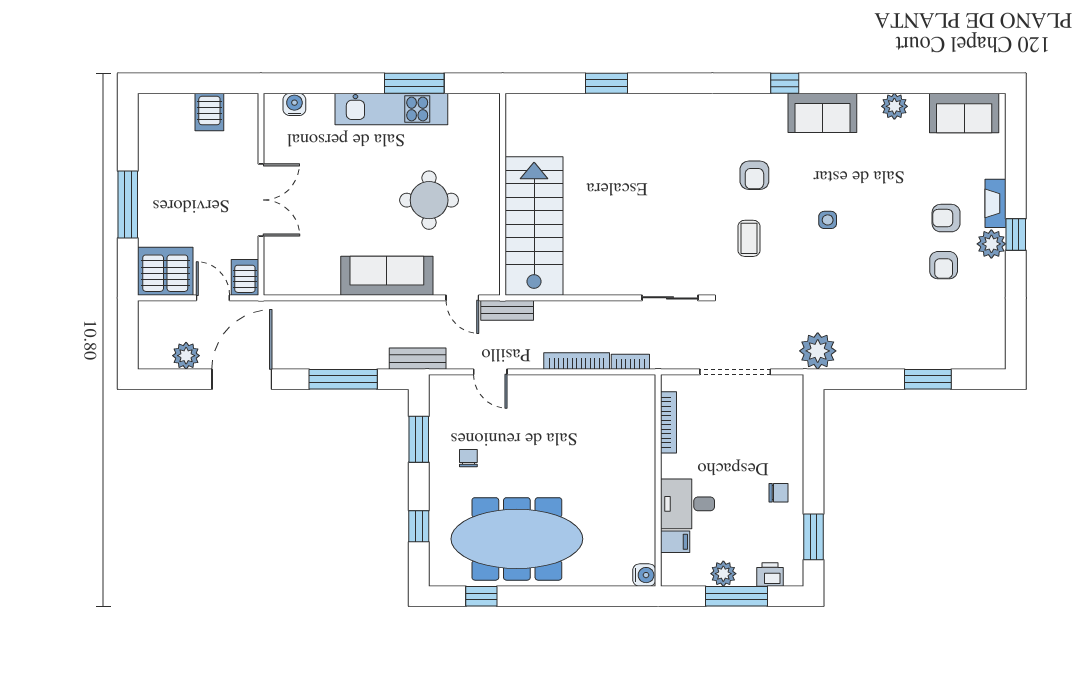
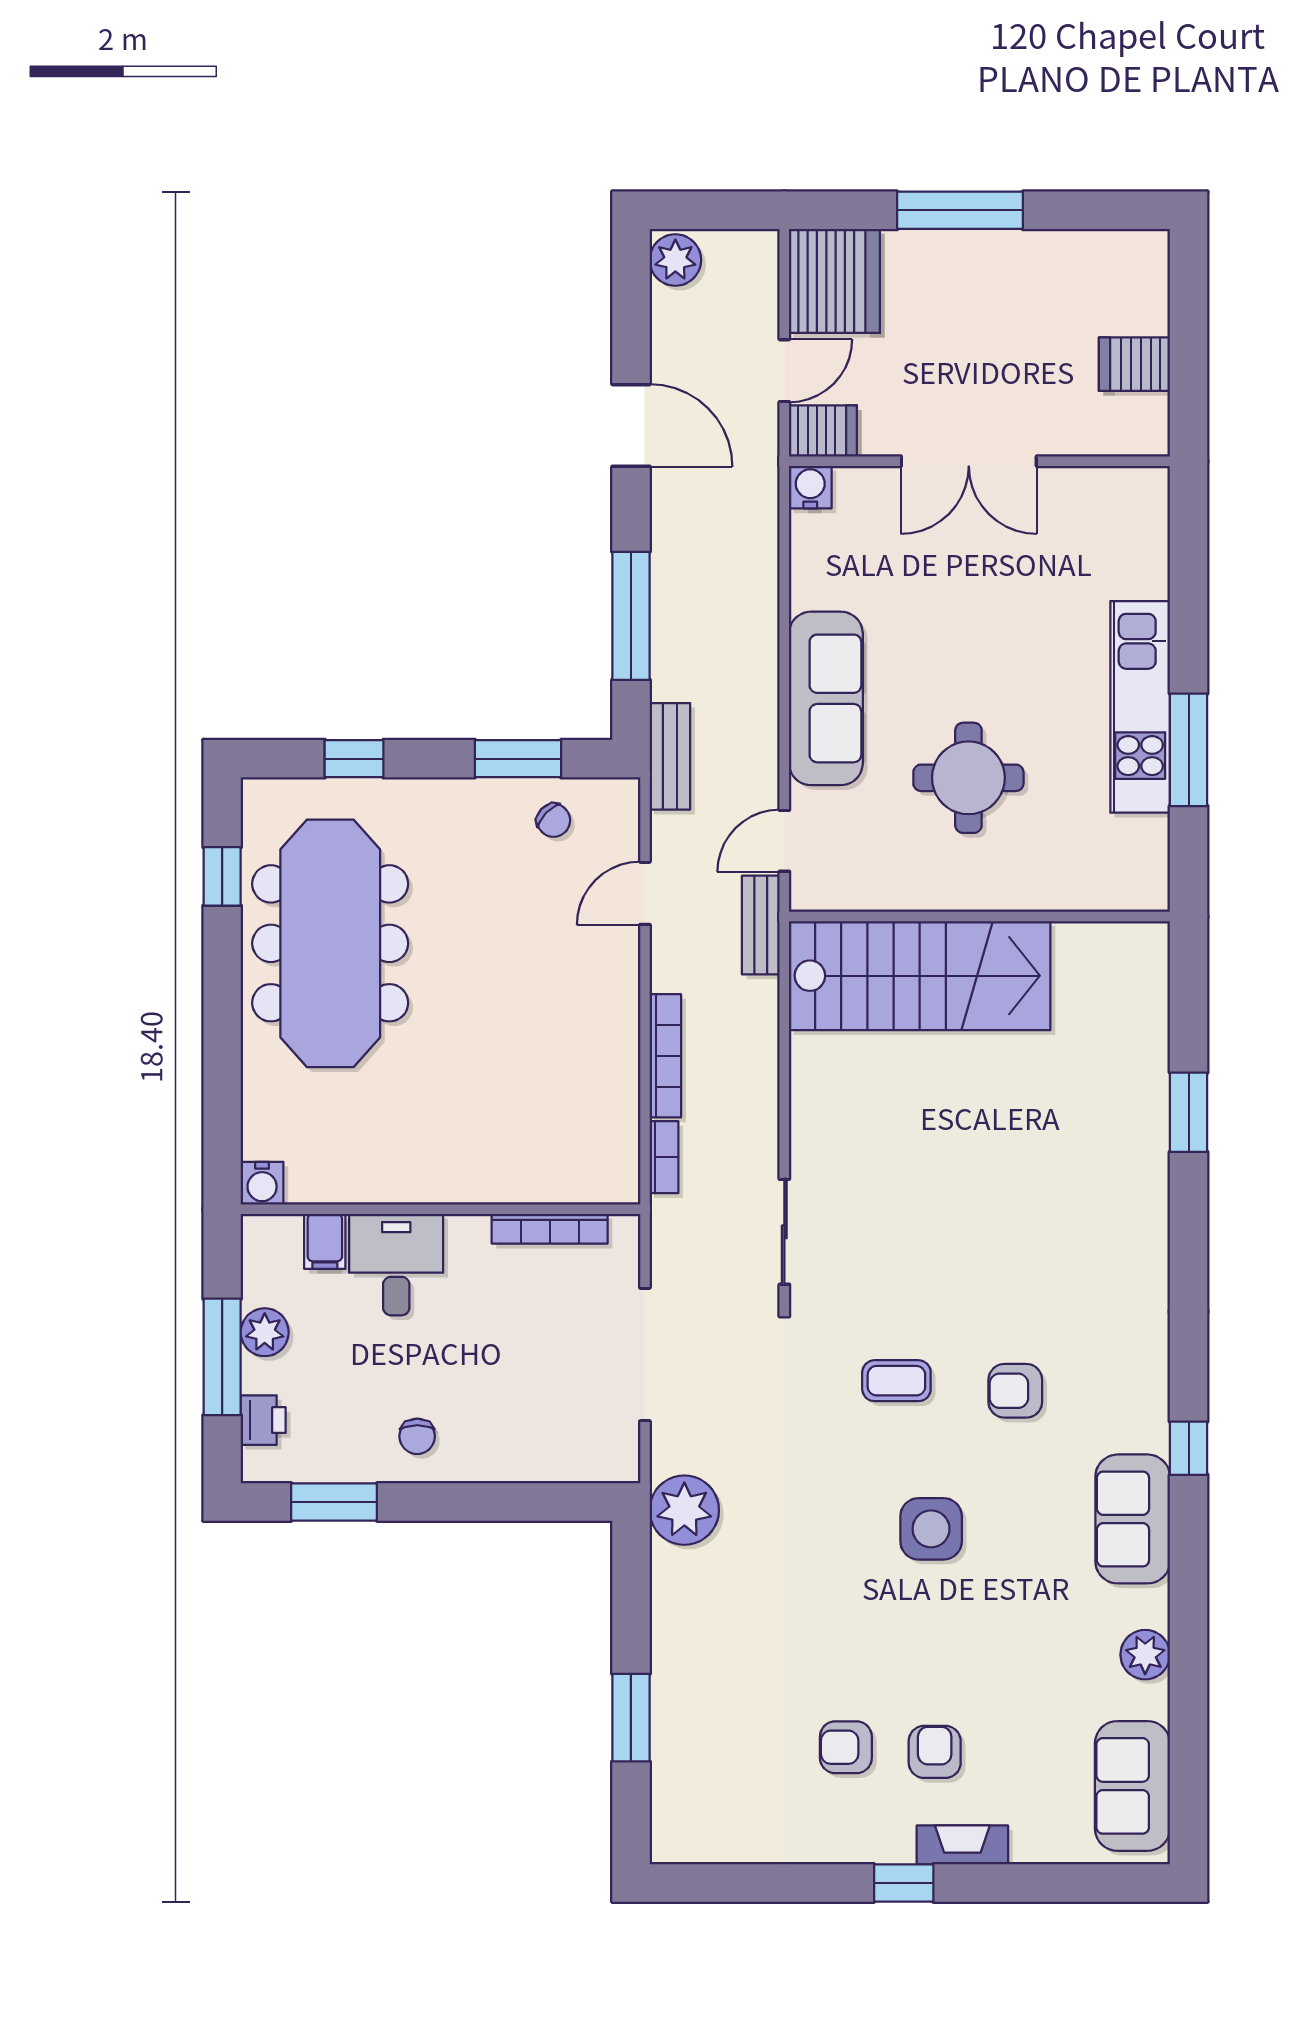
water cooler: (294, 104) -> (810, 487), moved, turned -90
side table: (828, 220) -> (931, 1529), width x1.87, depth x1.87
plant: (991, 244) -> (886, 1837), removed
plant: (186, 356) -> (675, 260), moved
door: (242, 379) -> (631, 425), width x0.73
chair: (468, 458) -> (554, 820), moved, turned 44

